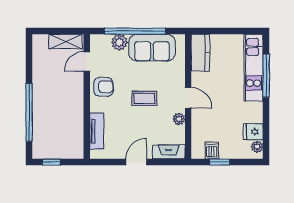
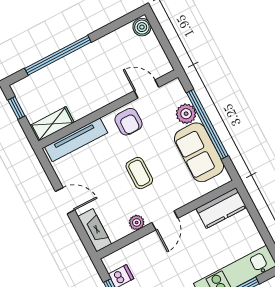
boiler: (41, 41) -> (142, 27), added
shelving: (66, 42) -> (52, 124), moved, turned 90
tv unit: (97, 131) -> (76, 140), width x1.41

